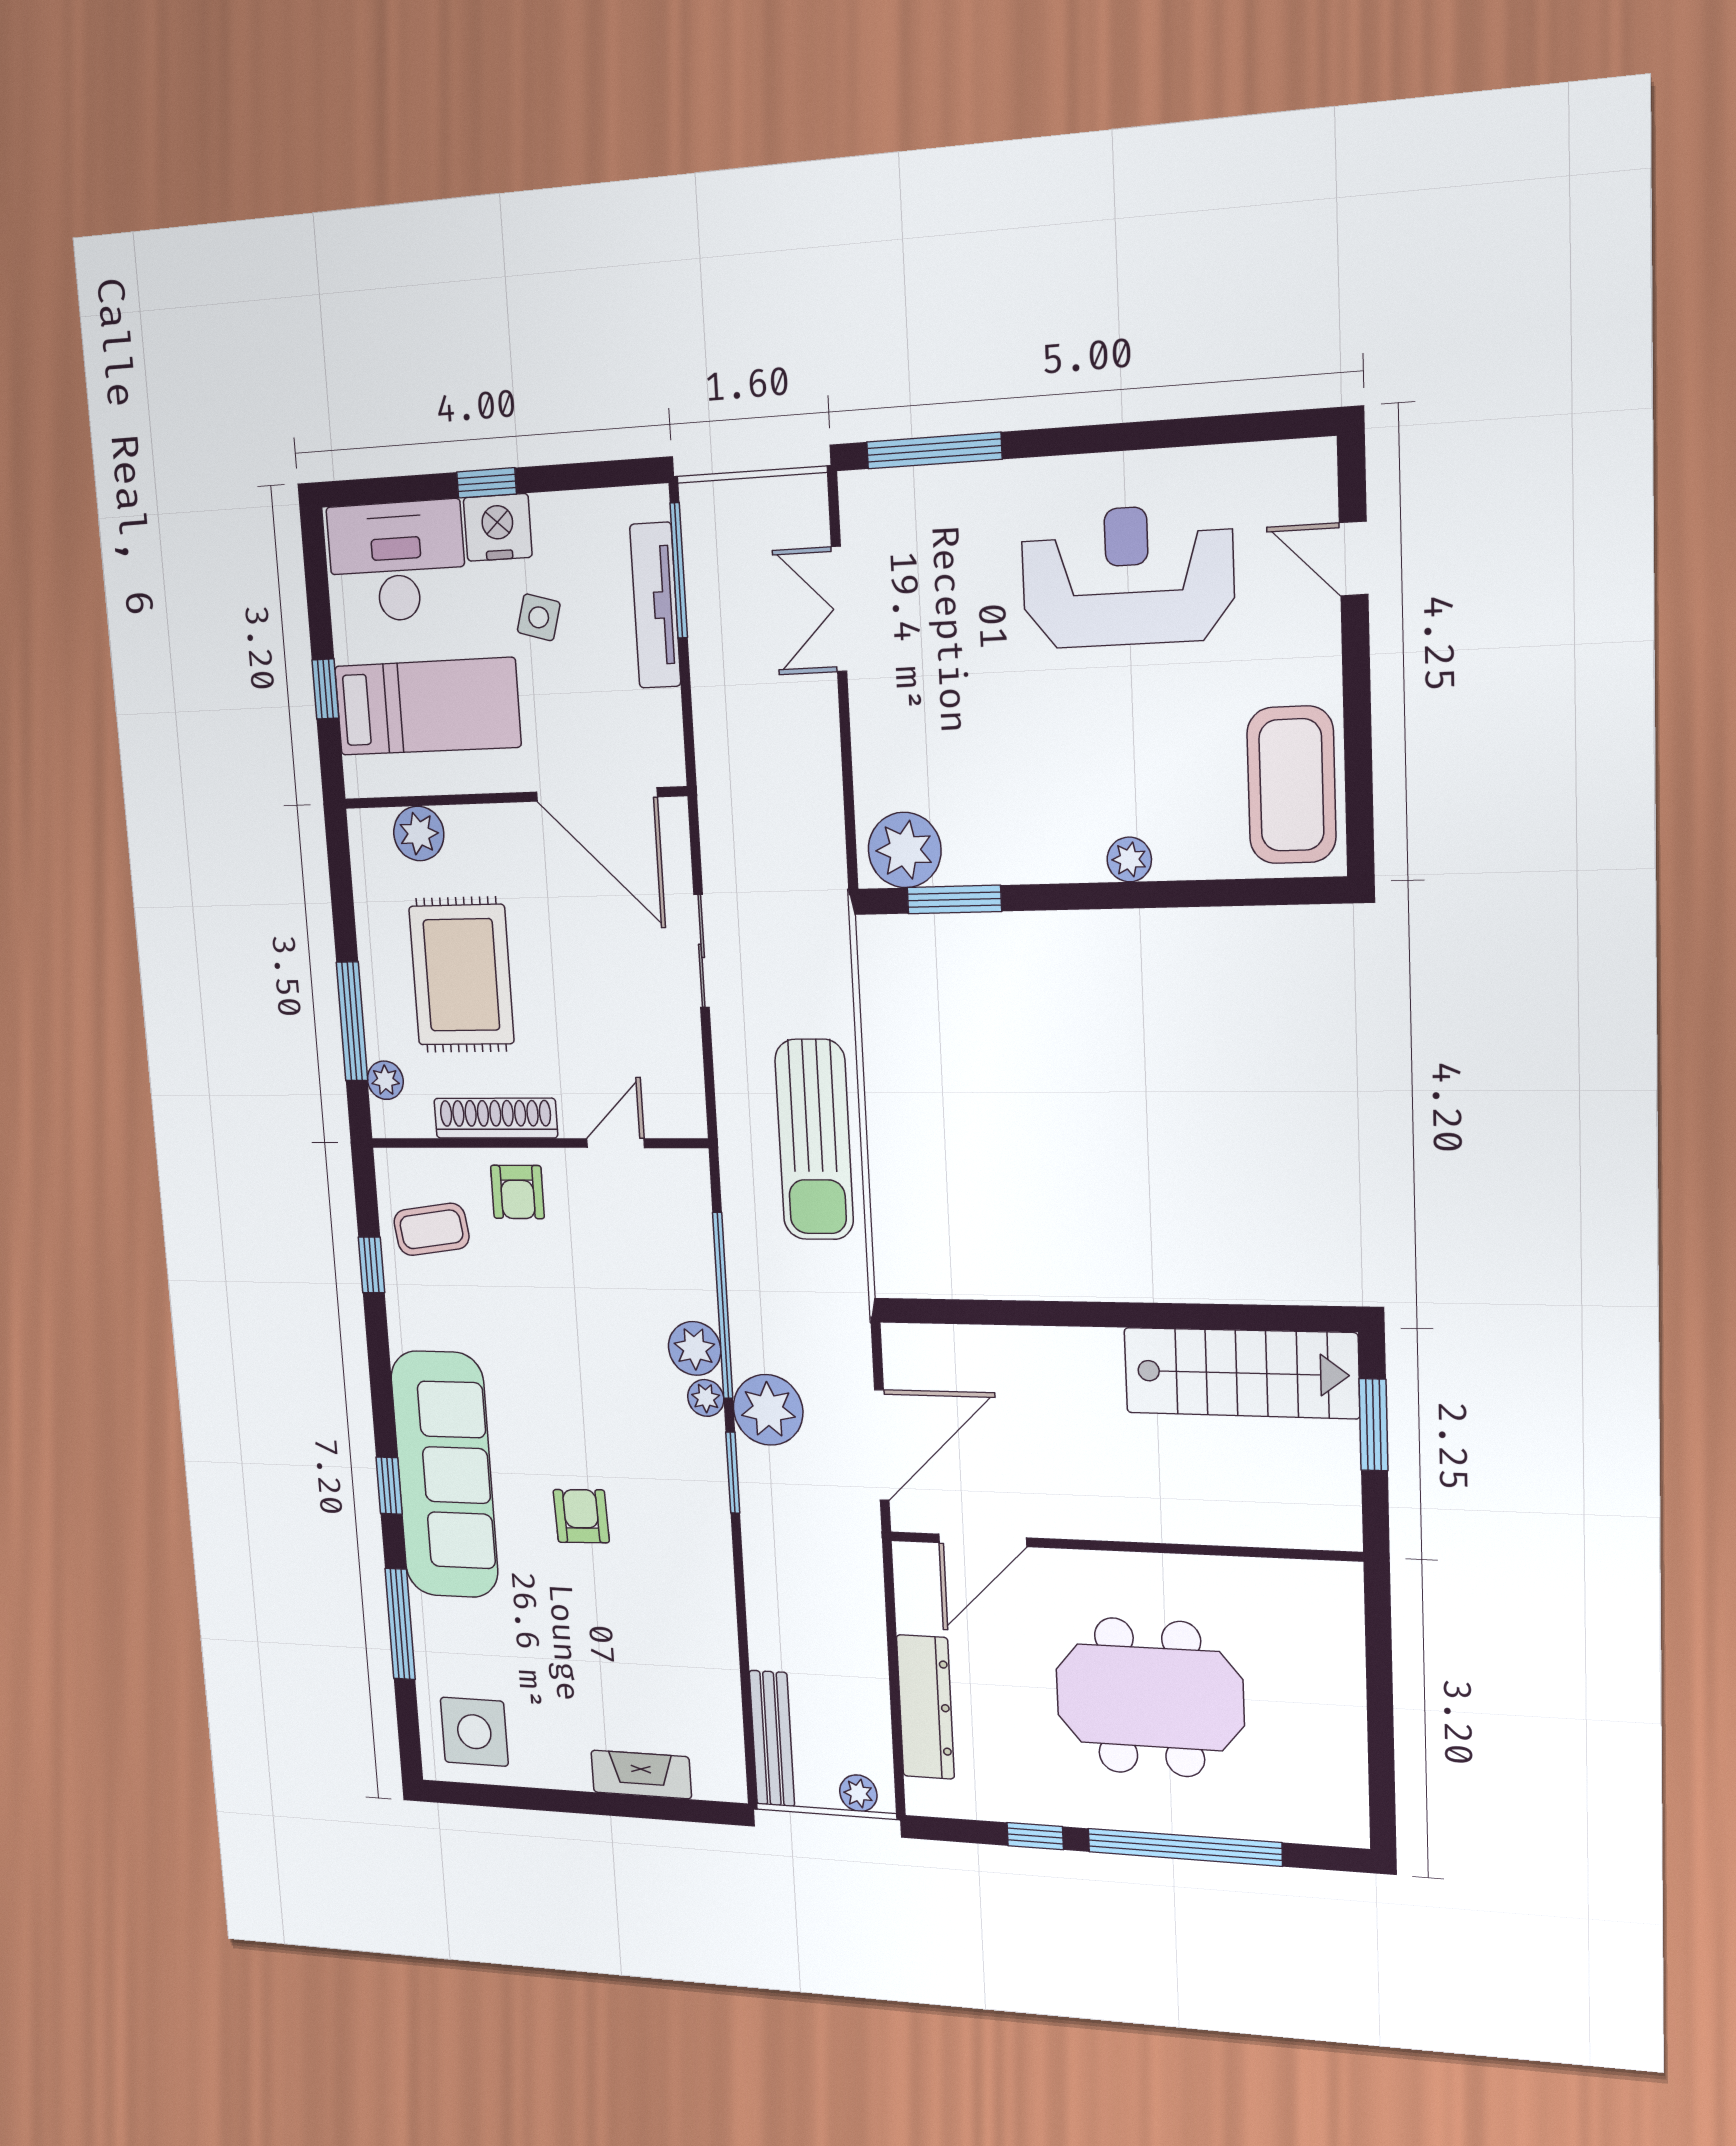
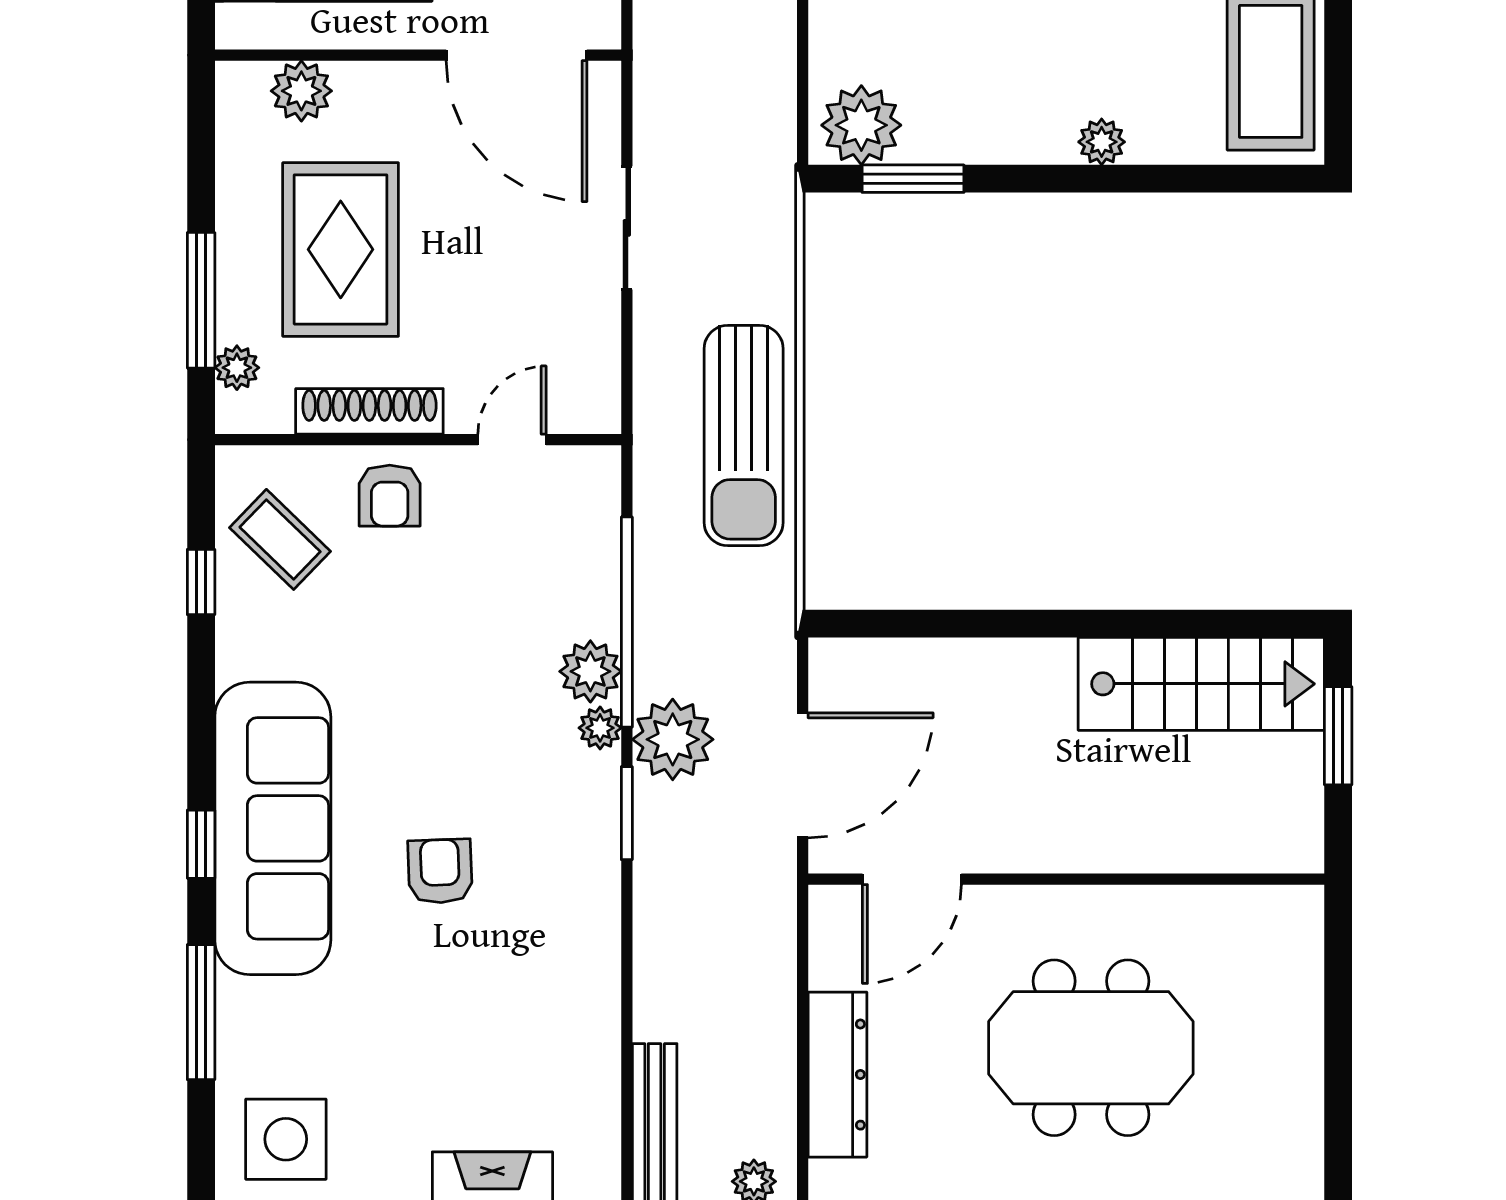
coffee table: (431, 1229) -> (280, 539), turned 52

